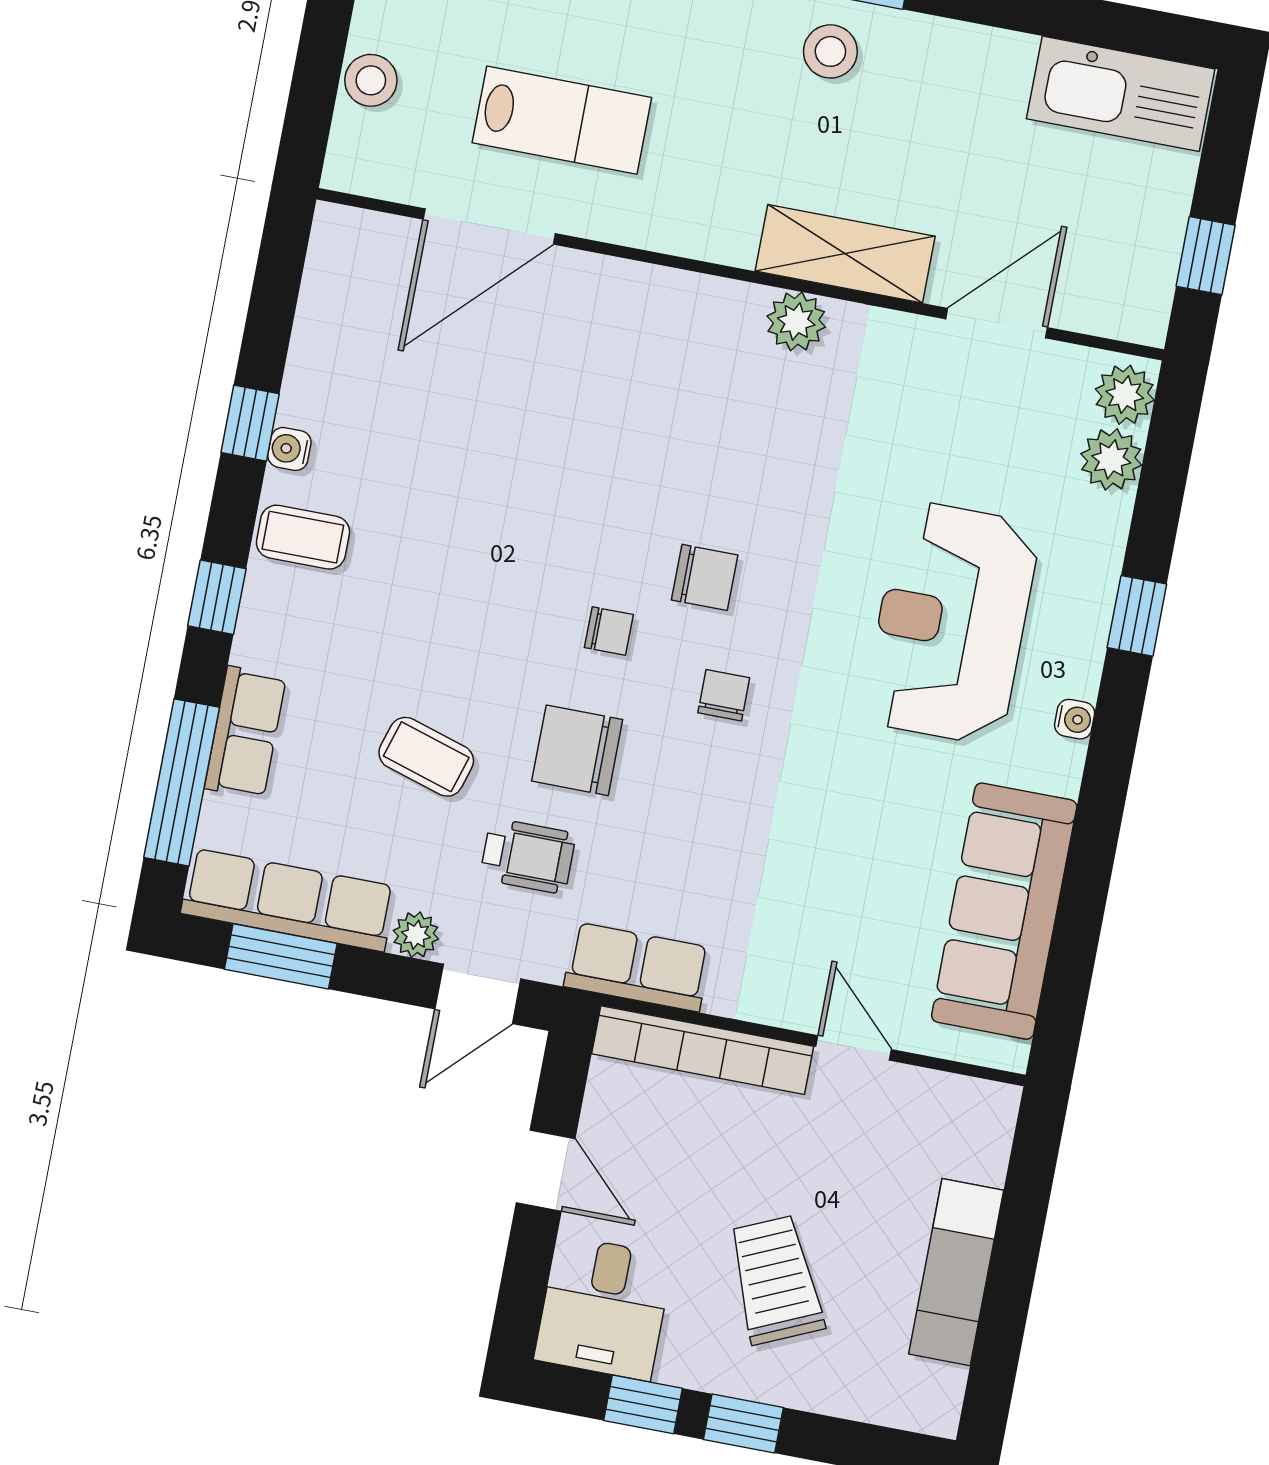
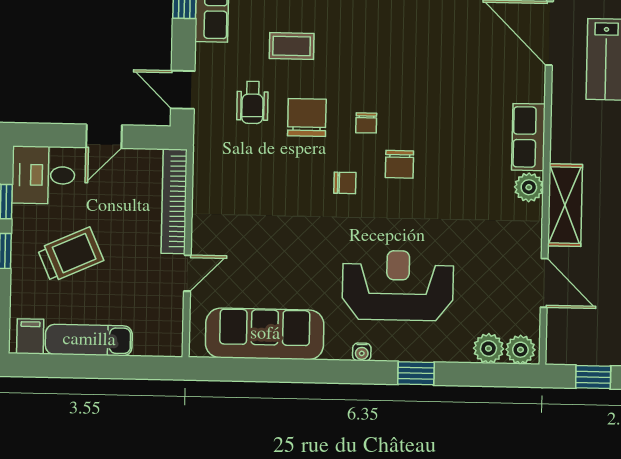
coffee table: (426, 757) -> (292, 46), turned 73
plant: (416, 935) -> (206, 55), removed
row of seats: (637, 967) -> (528, 137), moved, turned 180
filing cabinet: (929, 1390) -> (30, 336), added

